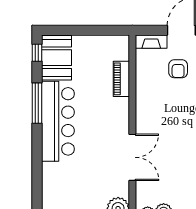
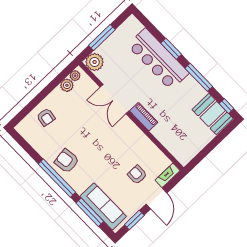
piano: (121, 79) -> (144, 117), moved
bar counter: (58, 121) -> (158, 59), moved
window: (37, 153) -> (171, 49), added

